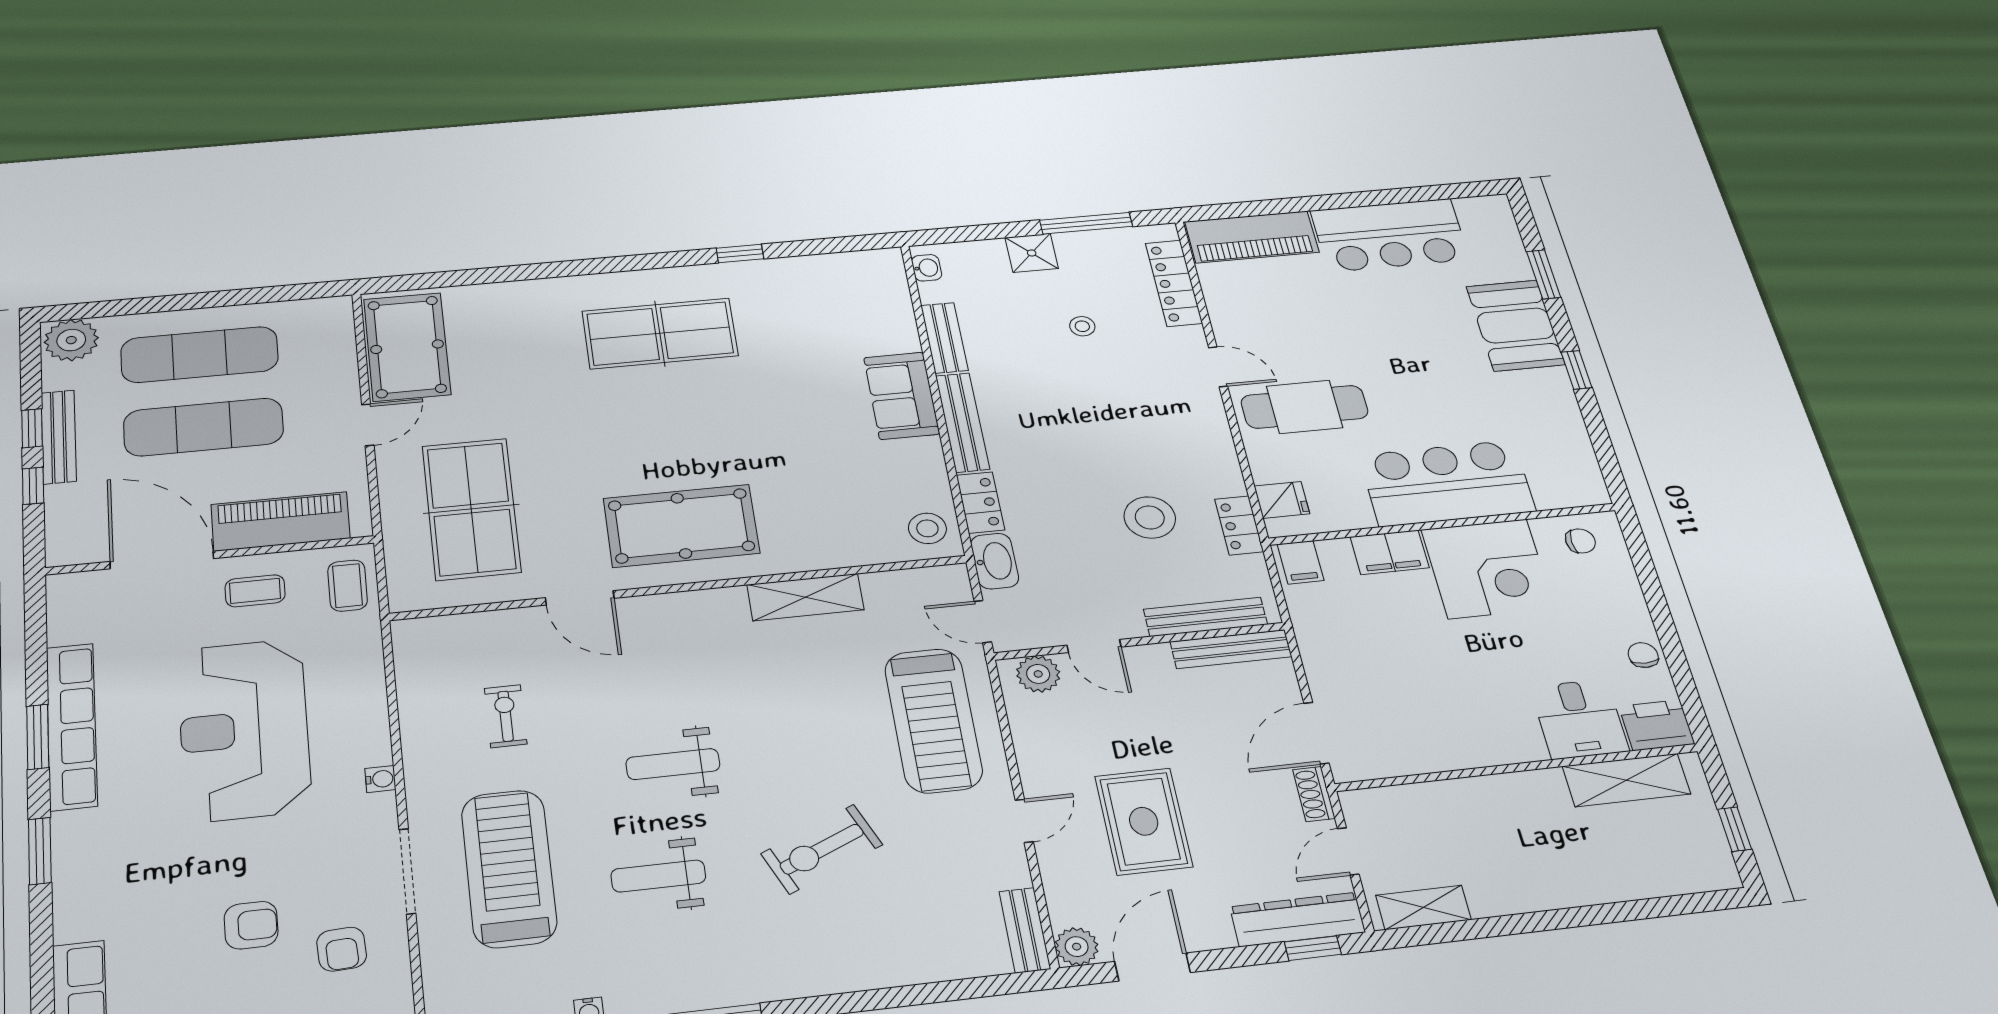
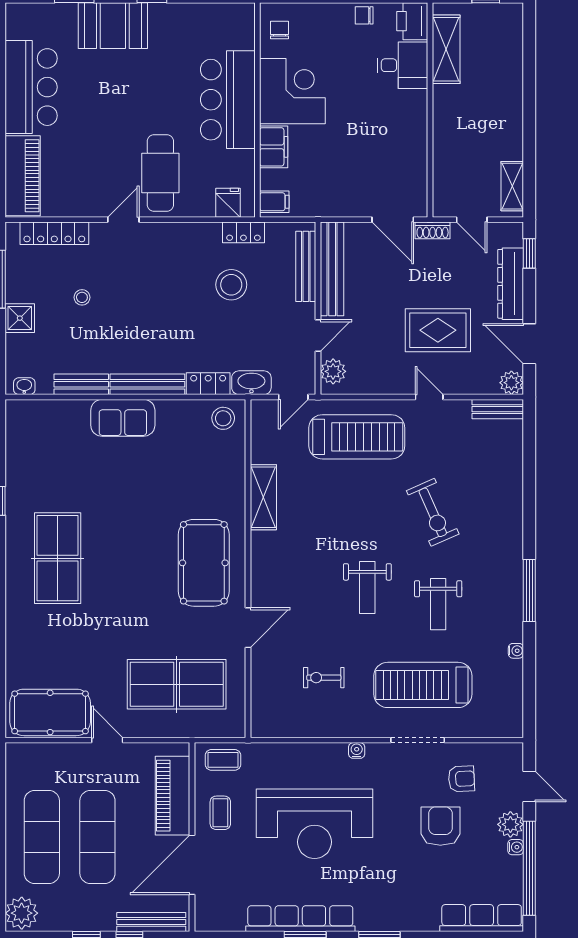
bench: (59, 437) -> (151, 922), moved
bench: (1231, 649) -> (332, 269), width x1.37, depth x1.21
dresser: (1298, 920) -> (511, 284), moved
armchair: (251, 925) -> (440, 826), width x1.38, depth x1.38

